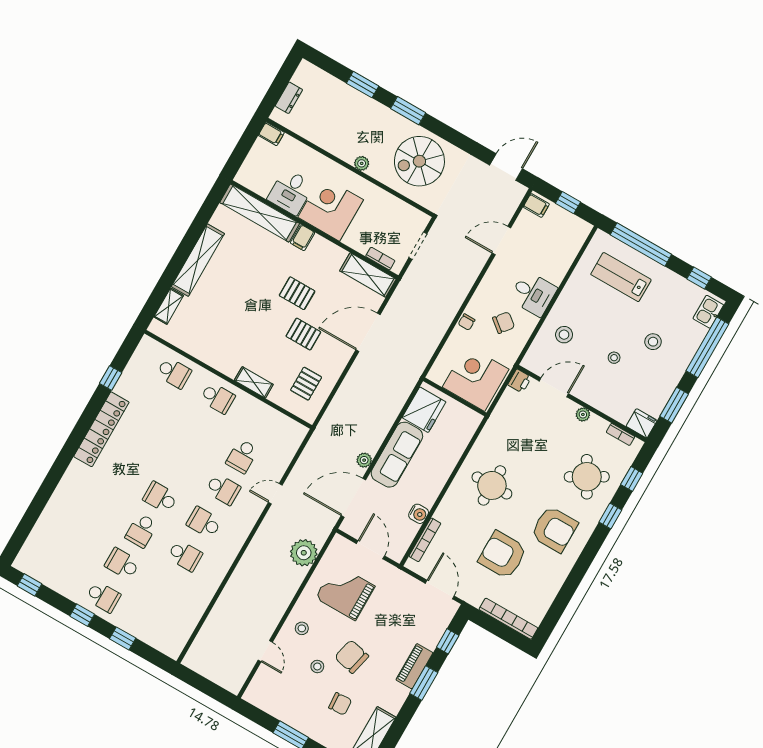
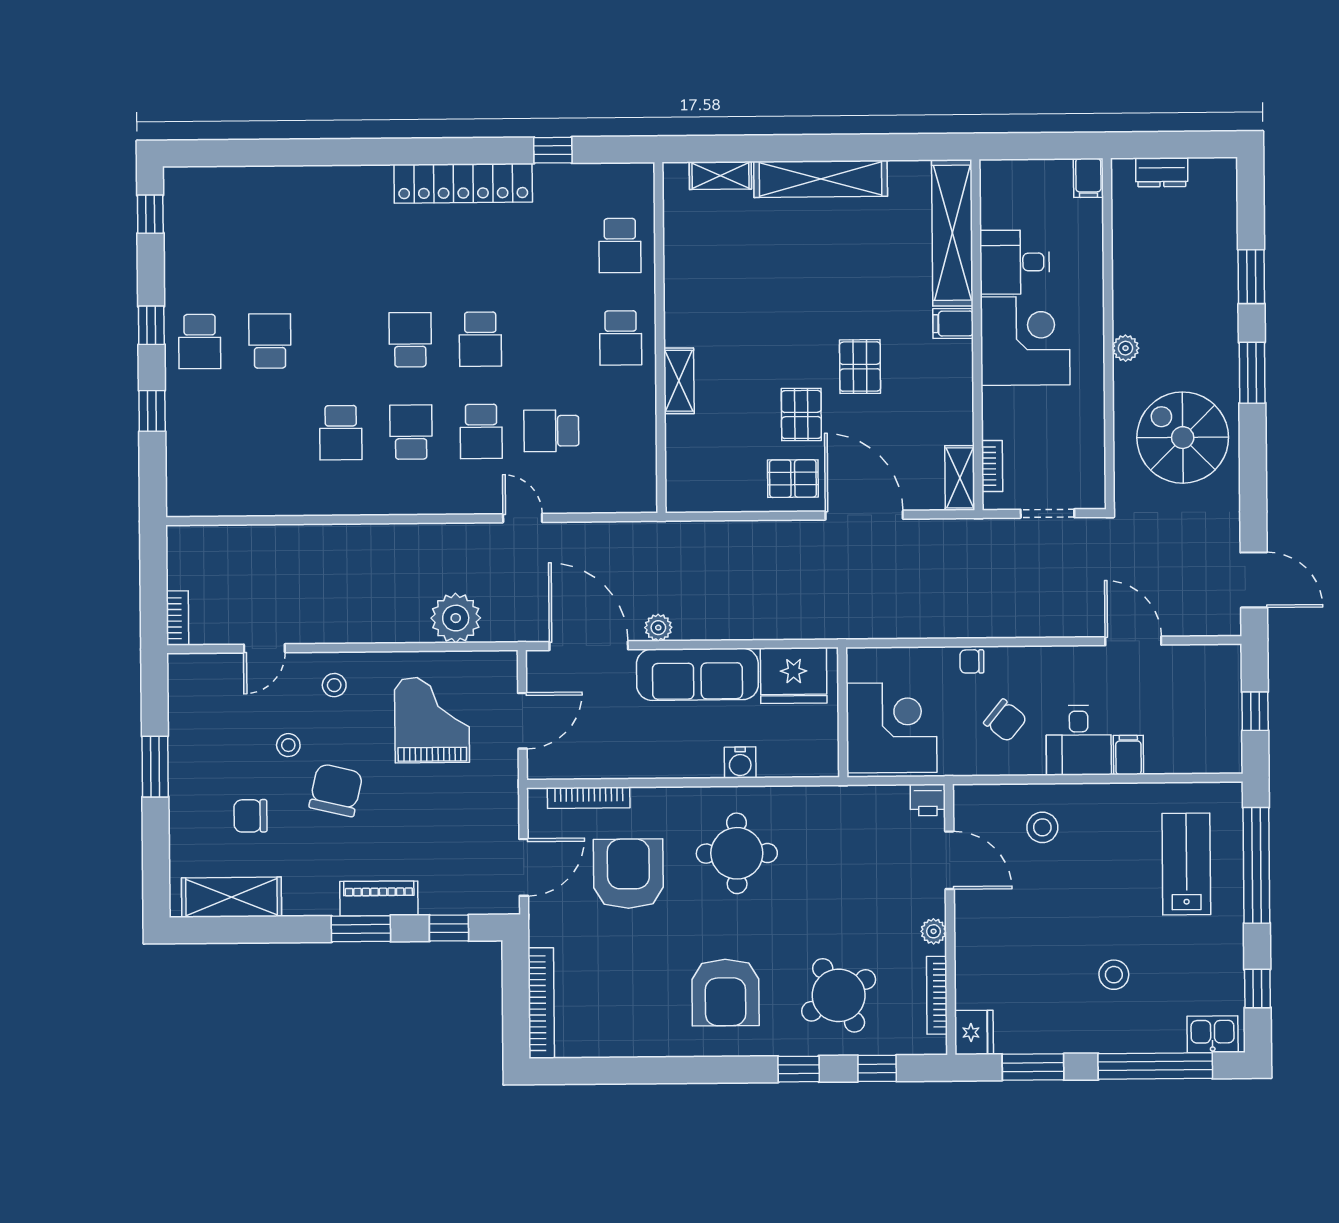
filing cabinet: (536, 205) -> (1128, 755), moved, turned 180
shelving: (368, 275) -> (960, 478), width x0.67, depth x0.75
stool: (614, 358) -> (1052, 928), removed
pallet: (306, 384) -> (793, 479), moved
bookcase: (621, 434) -> (937, 995), width x1.56
water cooler: (419, 514) -> (740, 763), moved
school desk: (141, 531) -> (480, 339), moved, turned -90
armchair: (503, 555) -> (628, 874), moved
bookcase: (227, 684) -> (178, 618), added
chair: (340, 704) -> (250, 816), turned 94

